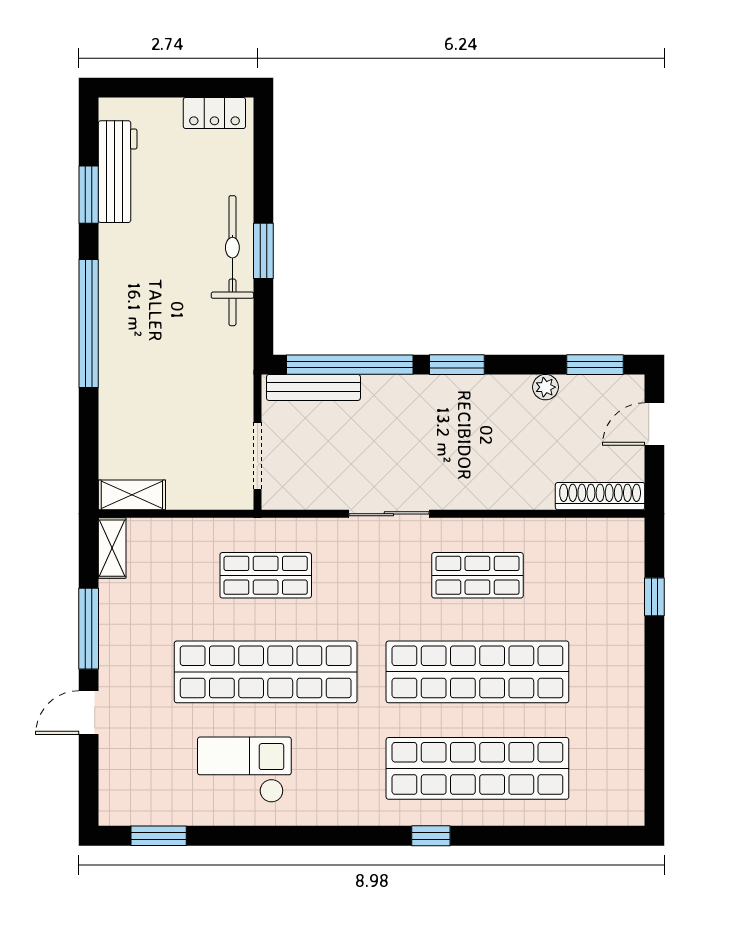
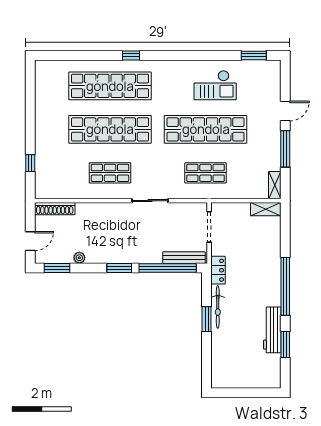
locker: (214, 113) -> (218, 270), moved, turned 90
workbench: (118, 172) -> (272, 330), moved
bicycle: (232, 261) -> (218, 307), width x0.73, depth x0.71

